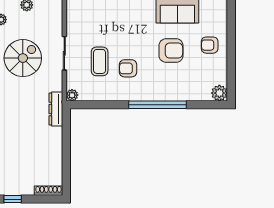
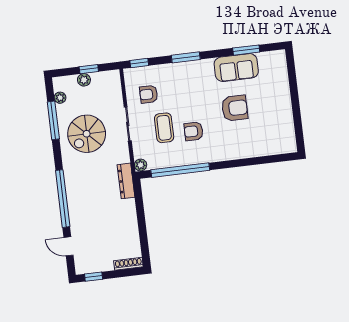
armchair: (210, 45) -> (149, 94), moved
spiral stairs: (23, 58) -> (87, 134), turned 180
plant: (219, 93) -> (288, 145), removed
window: (157, 105) -> (180, 170), moved

